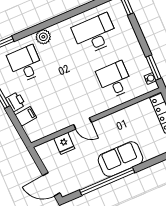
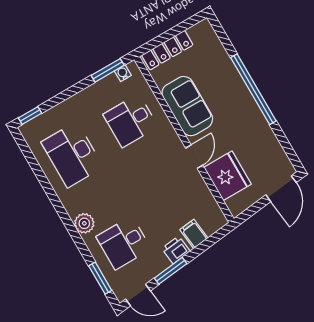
fridge: (64, 143) -> (228, 176), width x1.88, depth x1.34
sofa: (120, 159) -> (187, 106), moved, turned 180
window: (107, 181) -> (253, 89), moved

